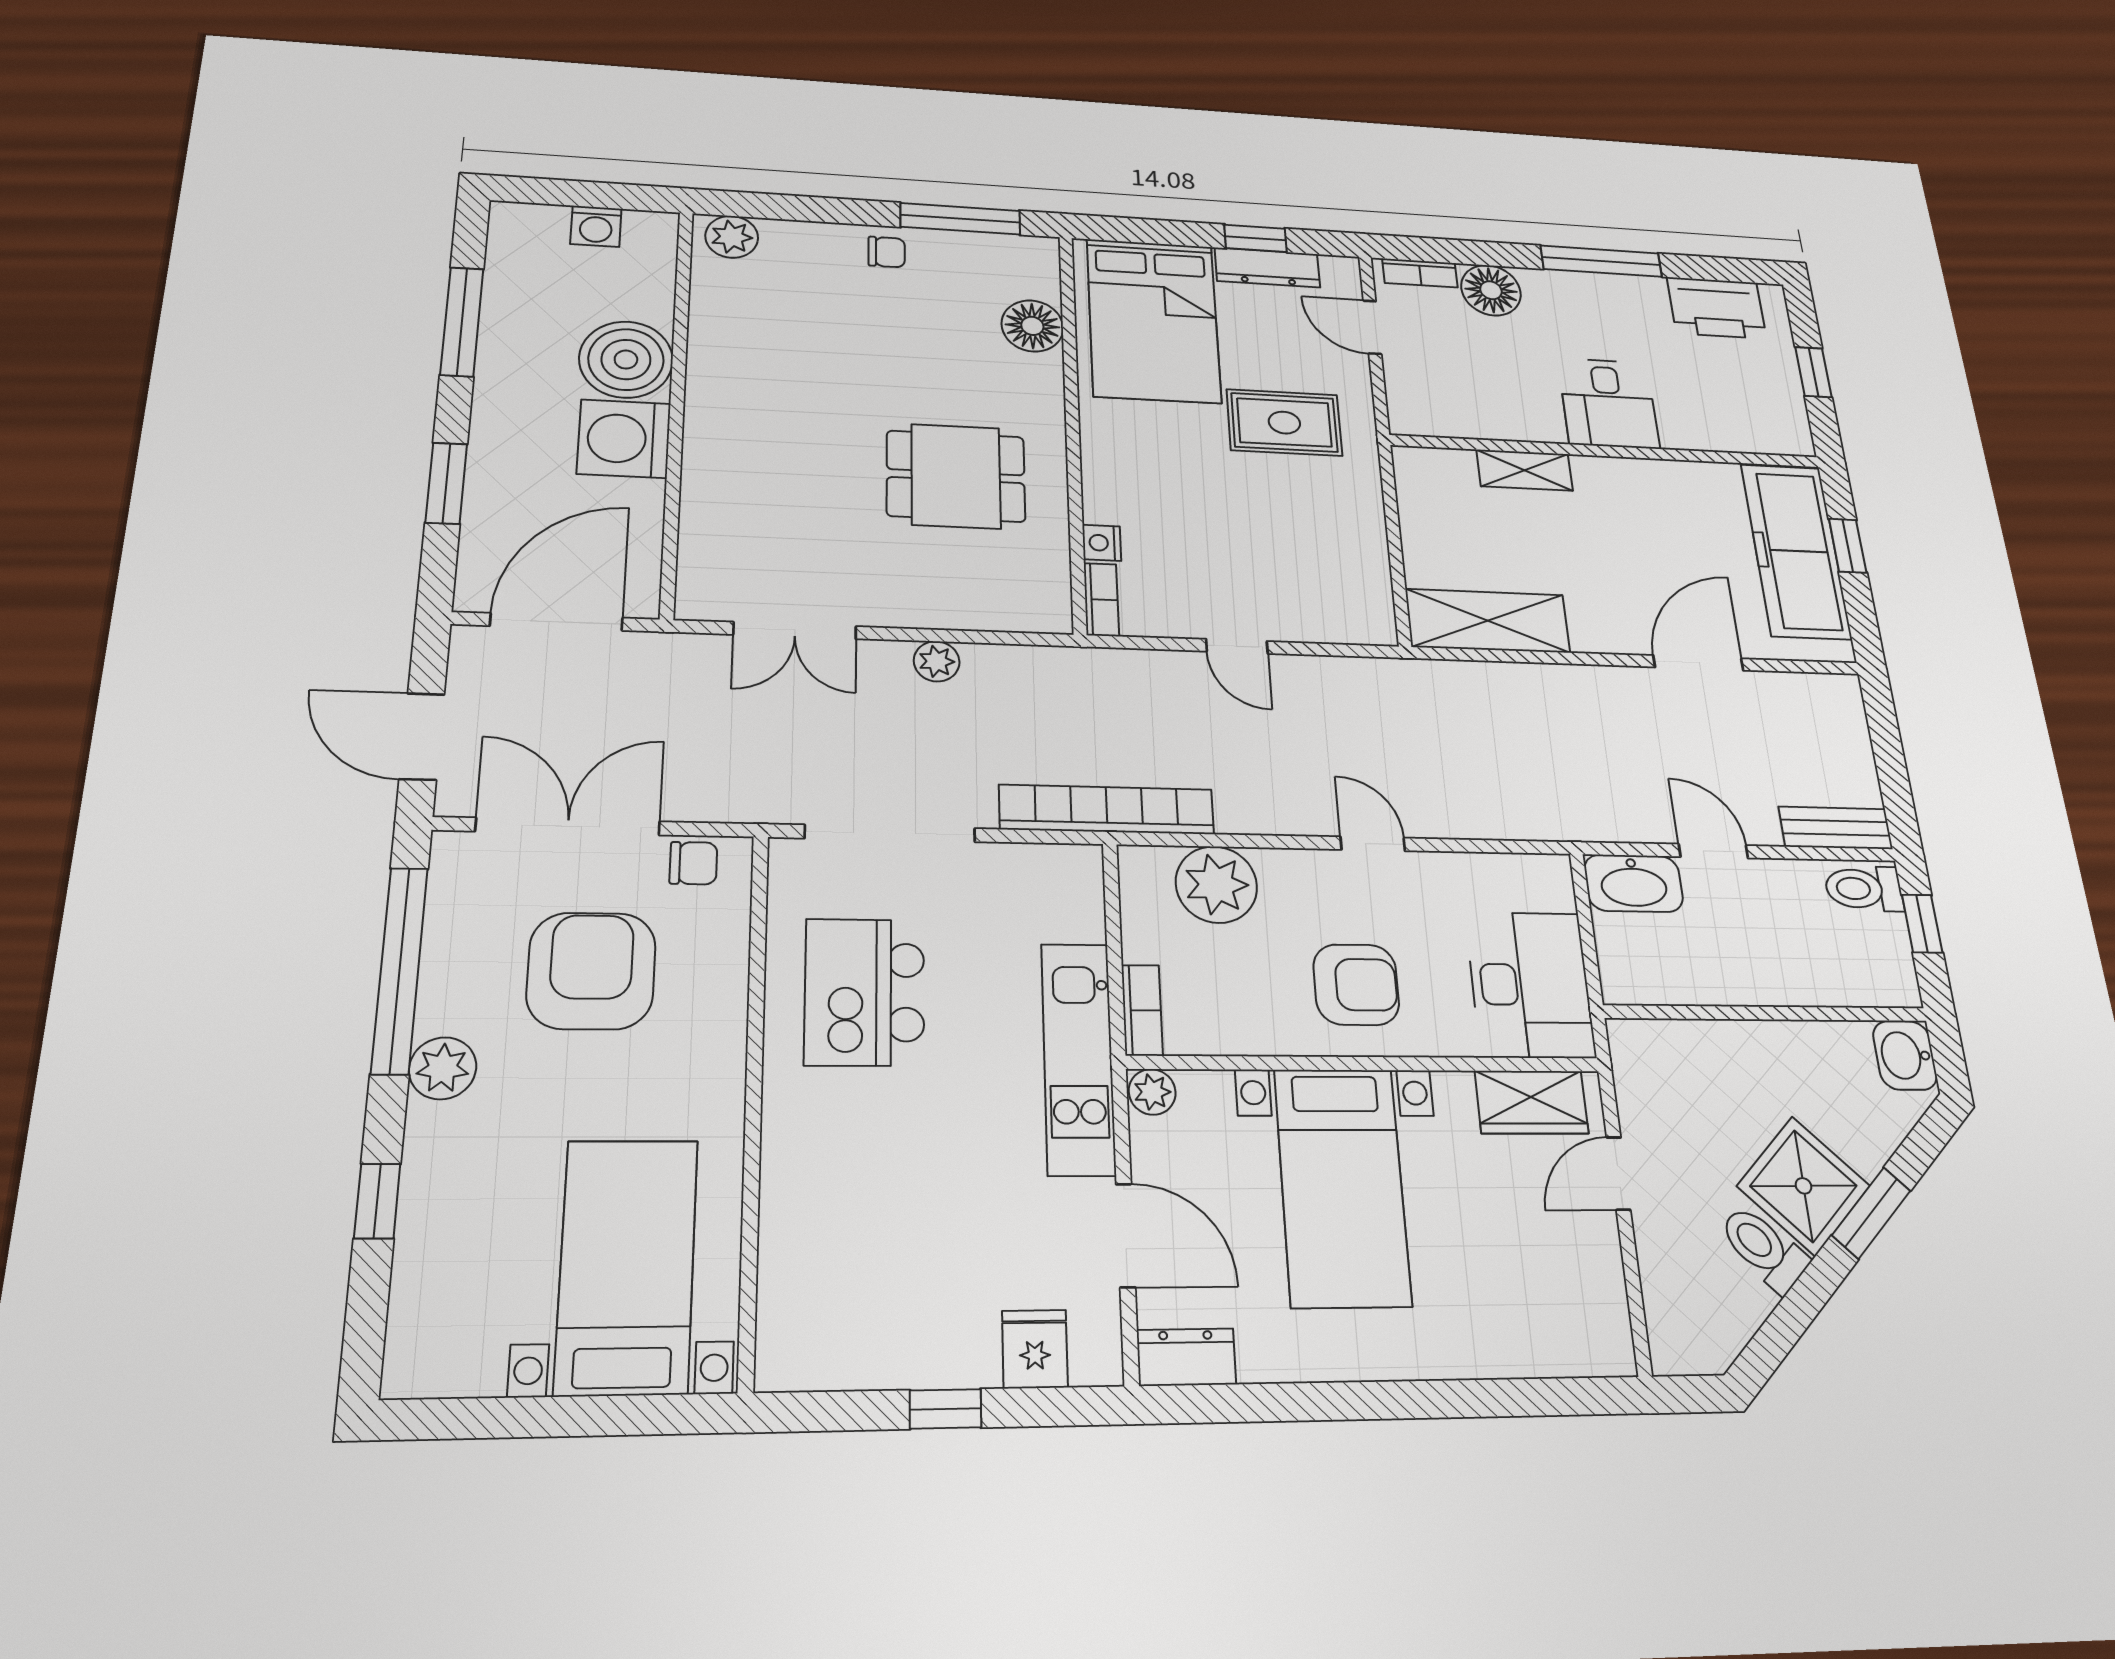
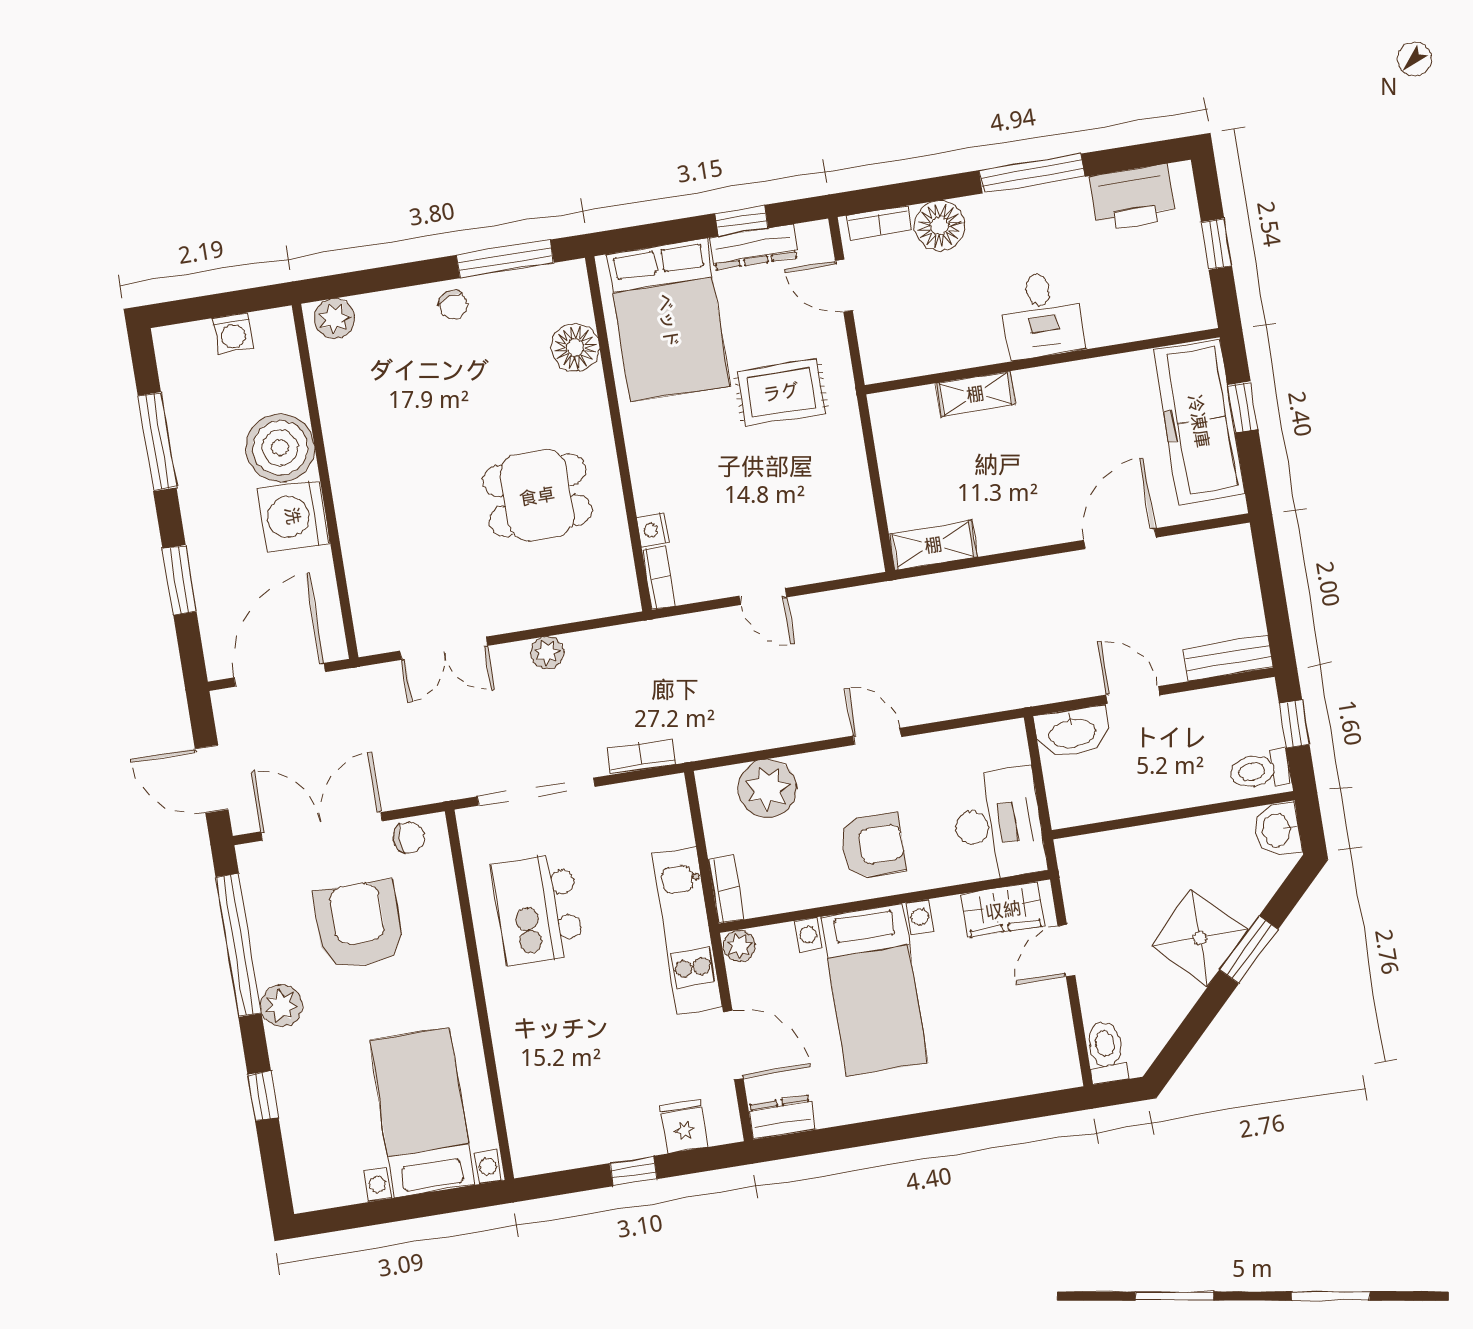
chair: (887, 252) -> (453, 305), turned 72
shelving: (1488, 621) -> (933, 545), width x0.67, depth x0.75
bookcase: (1107, 809) -> (641, 756), width x0.43, depth x0.76
toilet: (1864, 889) -> (1260, 770), moved
toilet: (1764, 1248) -> (1106, 1052), moved, turned 45

